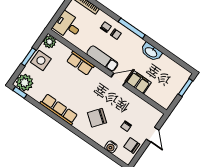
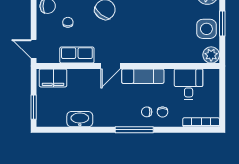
desk: (68, 25) -> (189, 84), moved, turned -90
washbasin: (151, 52) -> (80, 119), moved
row of seats: (80, 63) -> (77, 55), moved
filing cabinet: (139, 82) -> (53, 78), moved
door: (153, 135) -> (34, 49), moved

